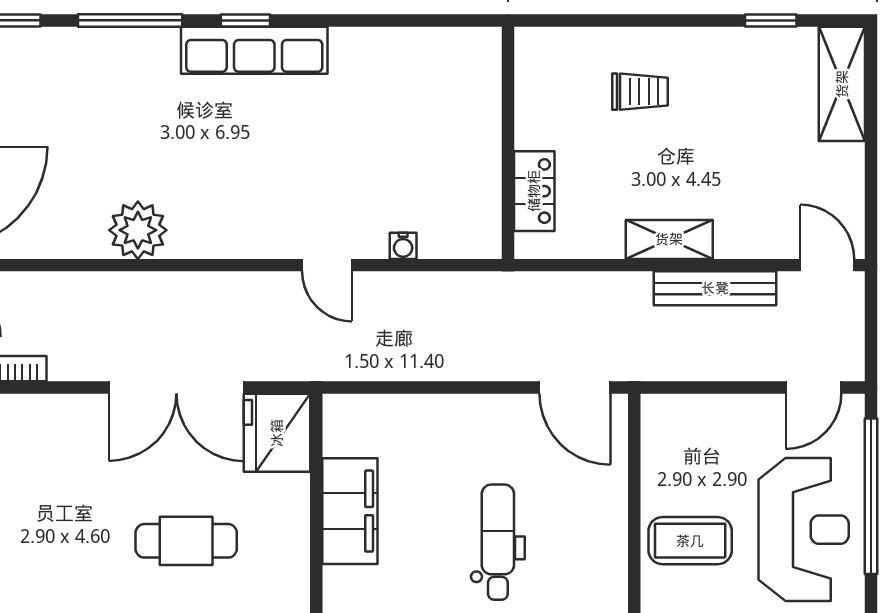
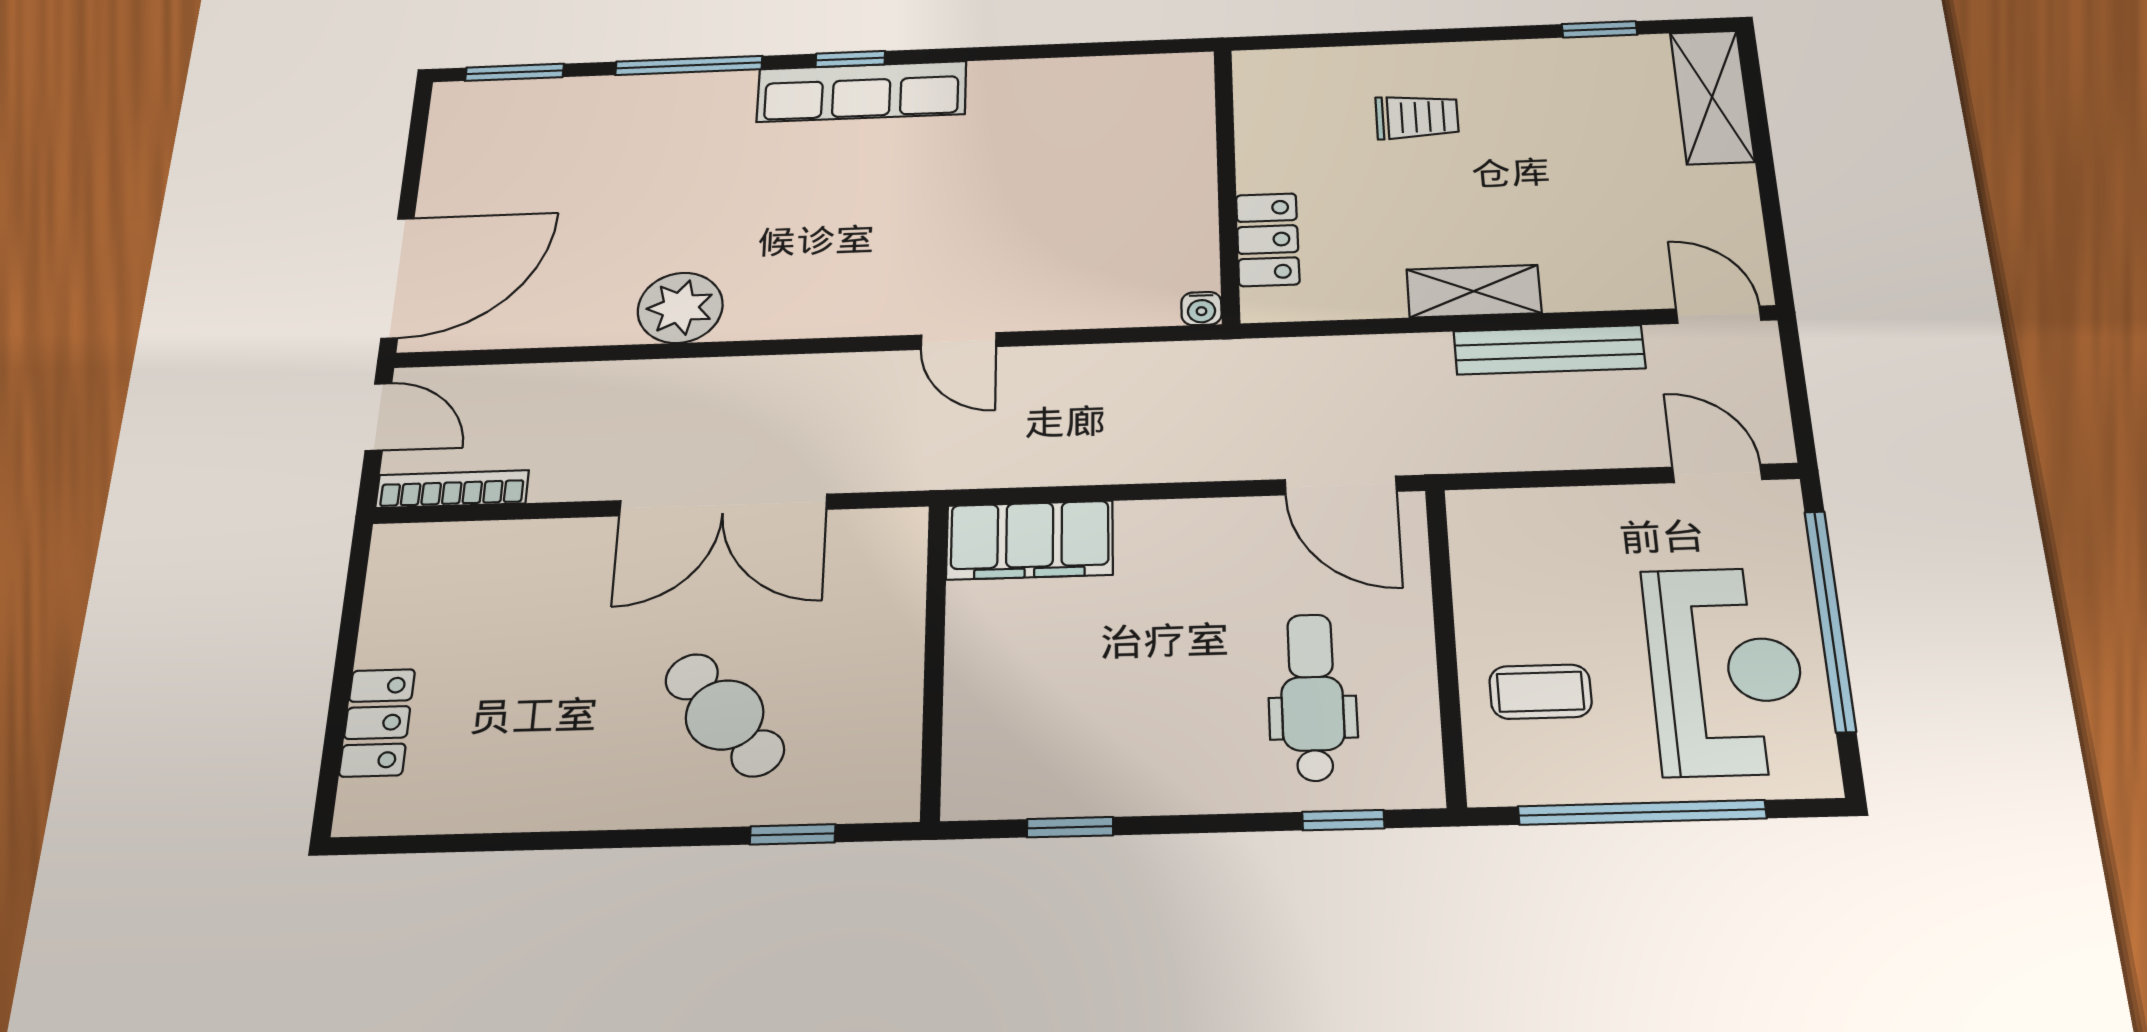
water cooler: (403, 246) -> (1201, 309), moved
door: (813, 387) -> (1717, 473), swing flipped
fridge: (277, 433) -> (876, 560), removed
filing cabinet: (350, 511) -> (1030, 540), moved, turned 90
cafe table: (186, 541) -> (725, 715), turned 51
coffee table: (690, 541) -> (1541, 692), width x0.73, depth x0.77
dental chair: (498, 542) -> (1312, 697), moved

